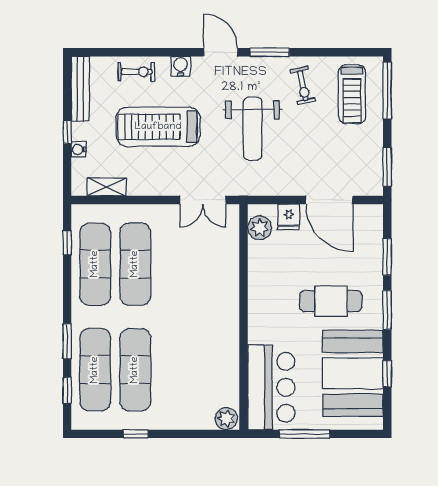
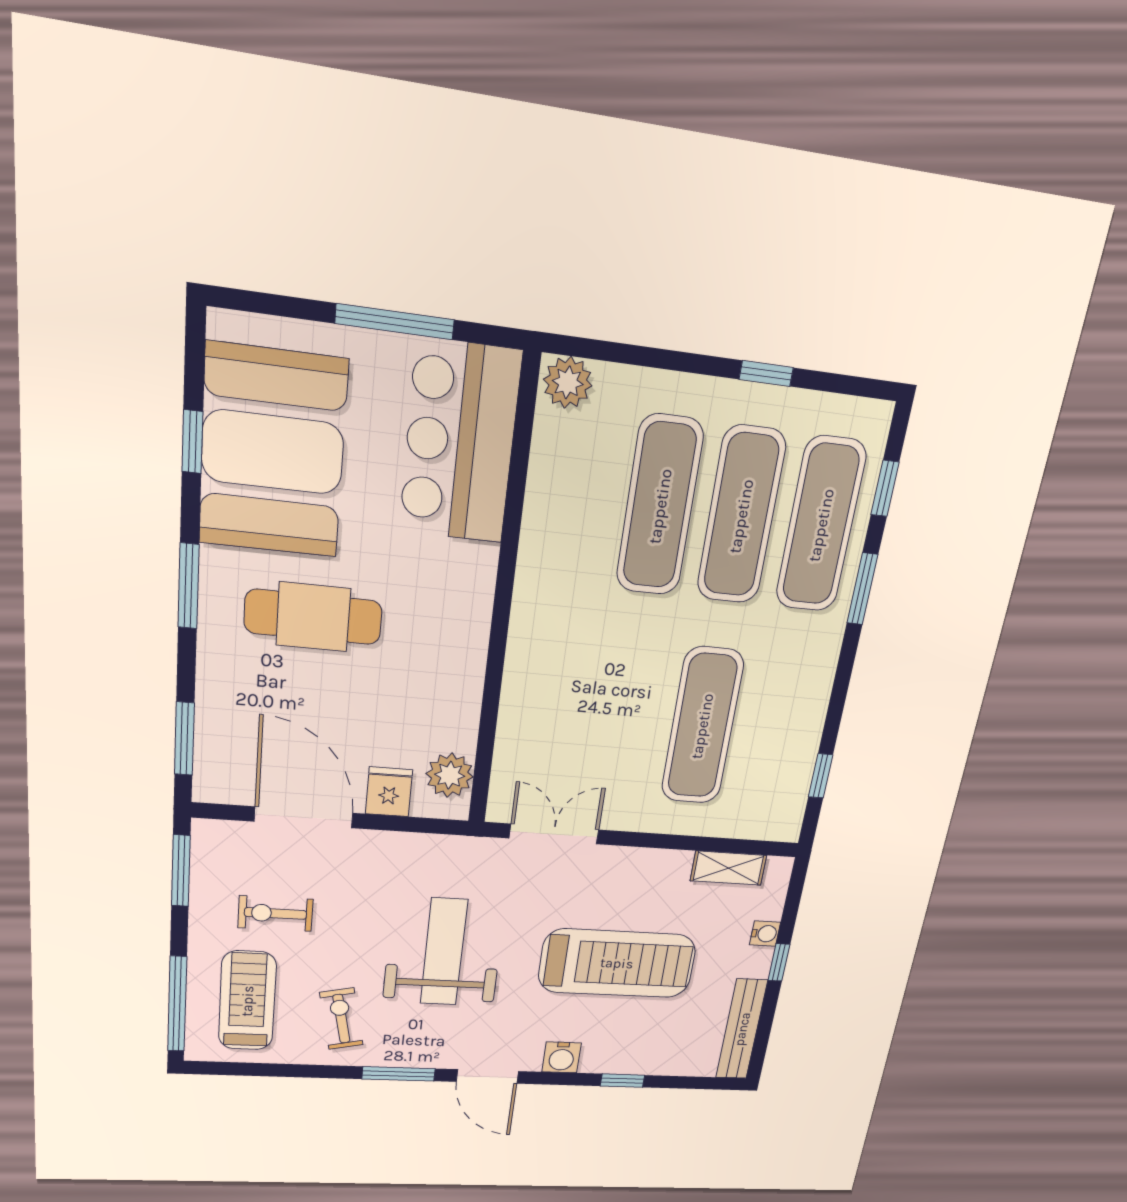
window: (144, 52) -> (622, 1081), added
exercise bike: (136, 72) -> (275, 913), moved
window: (387, 257) -> (184, 739), moved
exercise mat: (95, 264) -> (660, 506), moved

